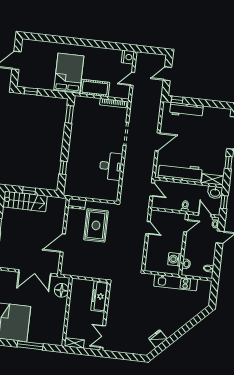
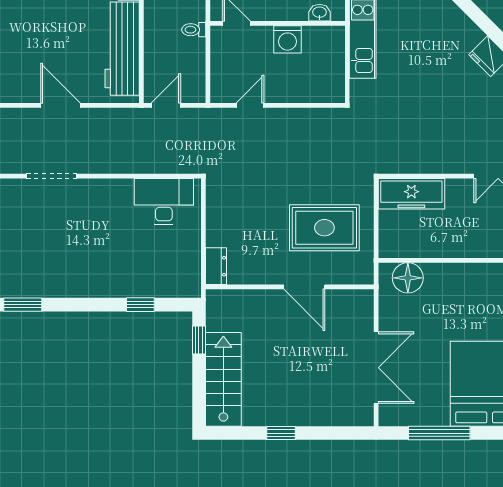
desk: (111, 166) -> (164, 202), moved
window: (29, 191) -> (199, 340), moved
rug: (96, 225) -> (324, 228), moved
washing machine: (175, 259) -> (287, 39), moved
double door: (35, 273) -> (376, 368), moved

